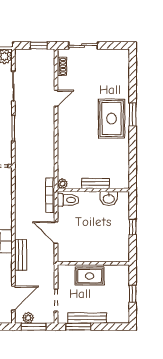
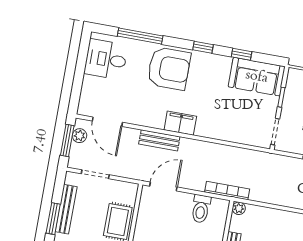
toilet: (68, 200) -> (201, 209), moved
door: (56, 233) -> (163, 187), moved
window: (78, 327) -> (53, 219), moved

